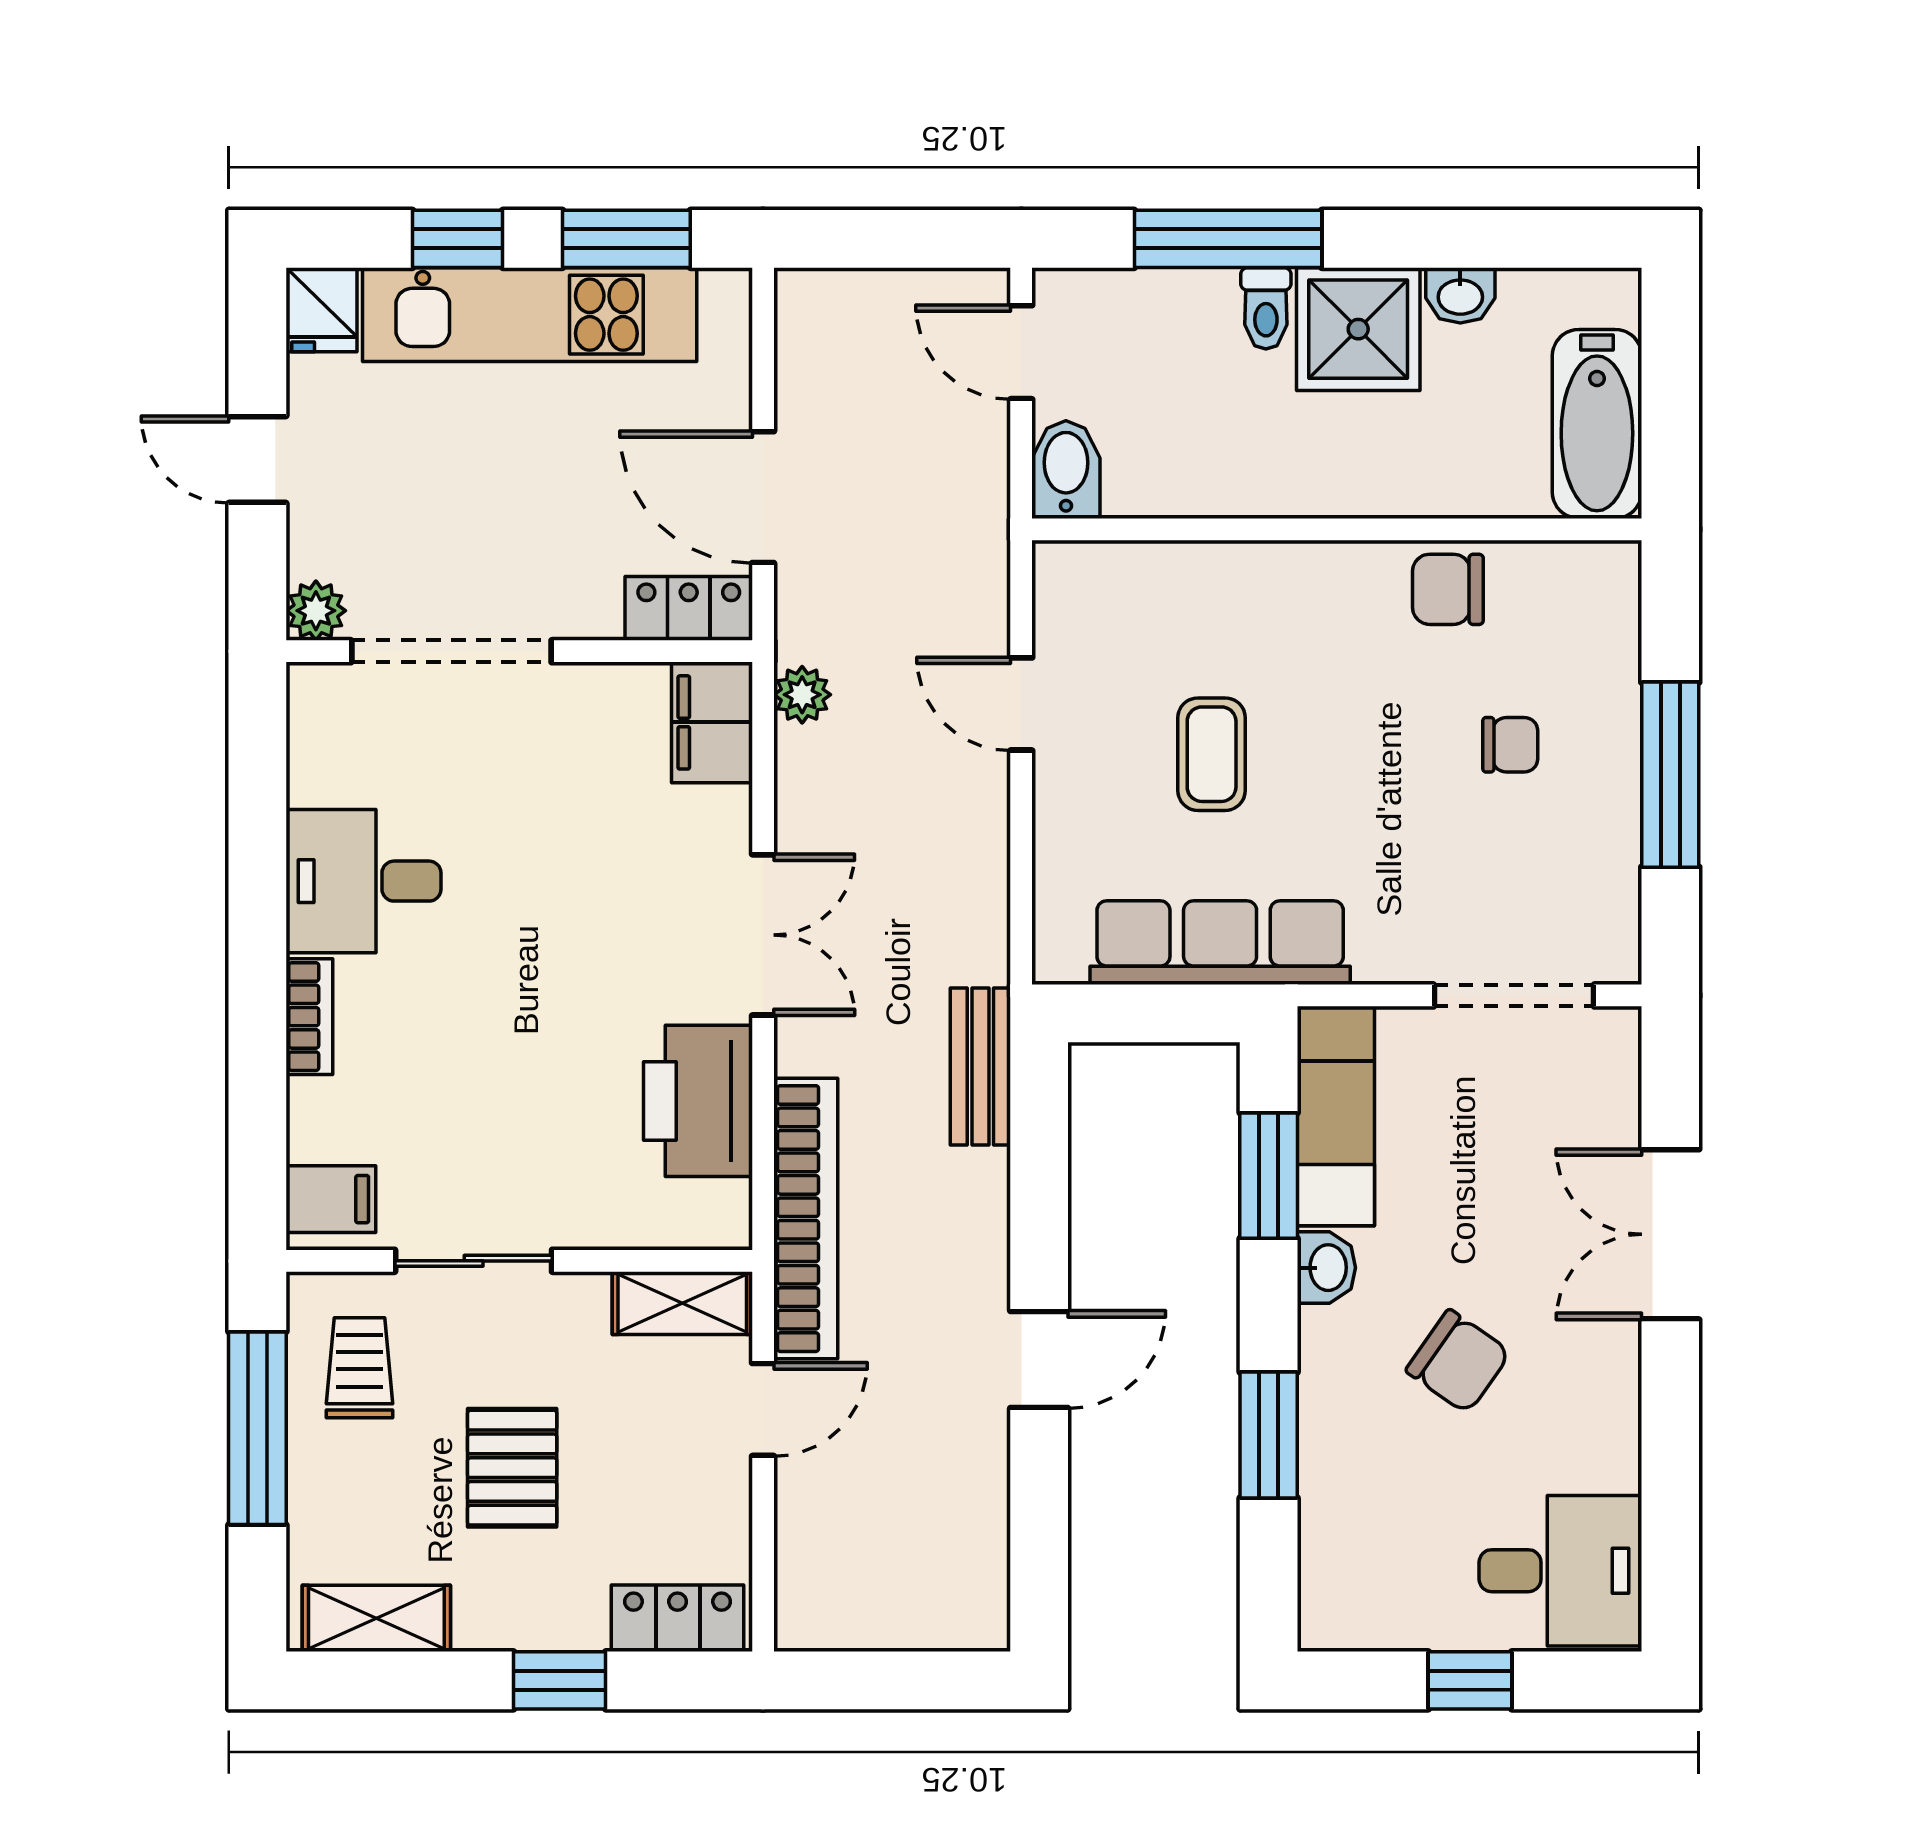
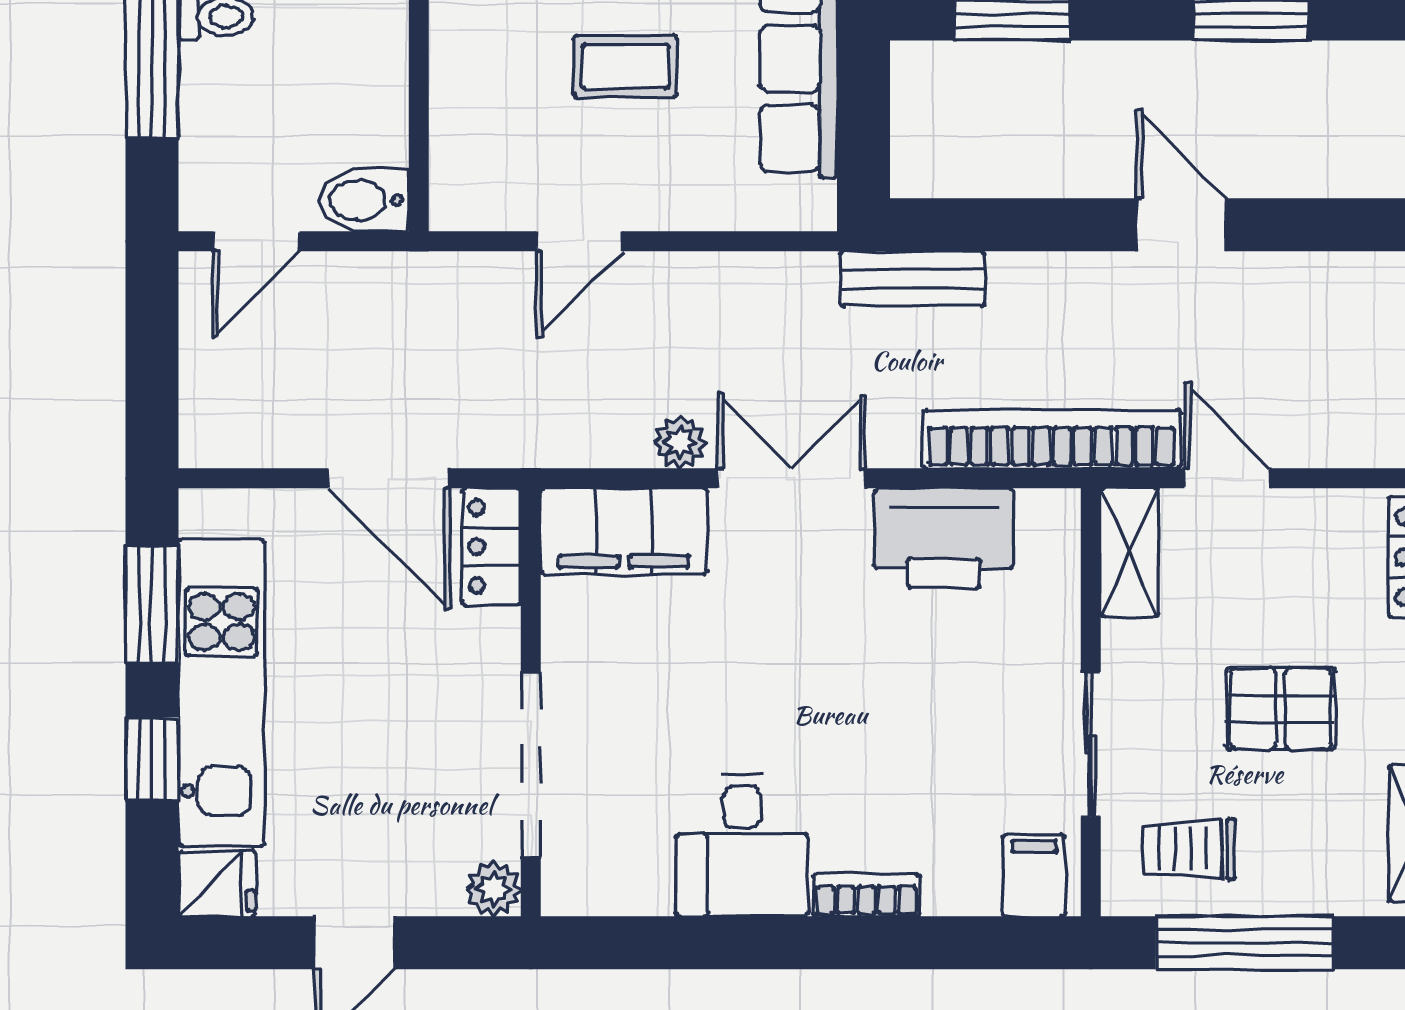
door: (763, 497) -> (389, 478), hinge flipped
plant: (802, 695) -> (680, 442), moved
filing cabinet: (712, 722) -> (624, 531), width x1.50, depth x1.17

